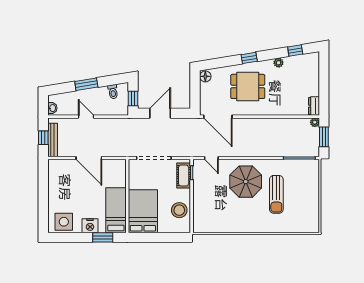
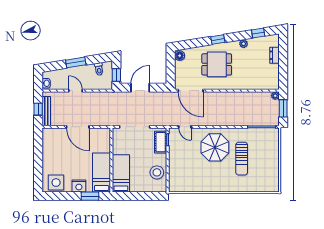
dresser: (314, 106) -> (275, 55), moved
bed: (143, 211) -> (121, 173), width x0.67

